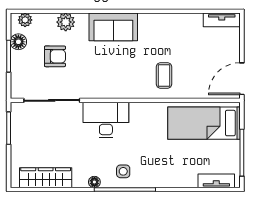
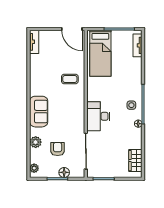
floor lamp: (18, 42) -> (64, 172), moved
wardrobe: (46, 178) -> (135, 161), width x0.67

